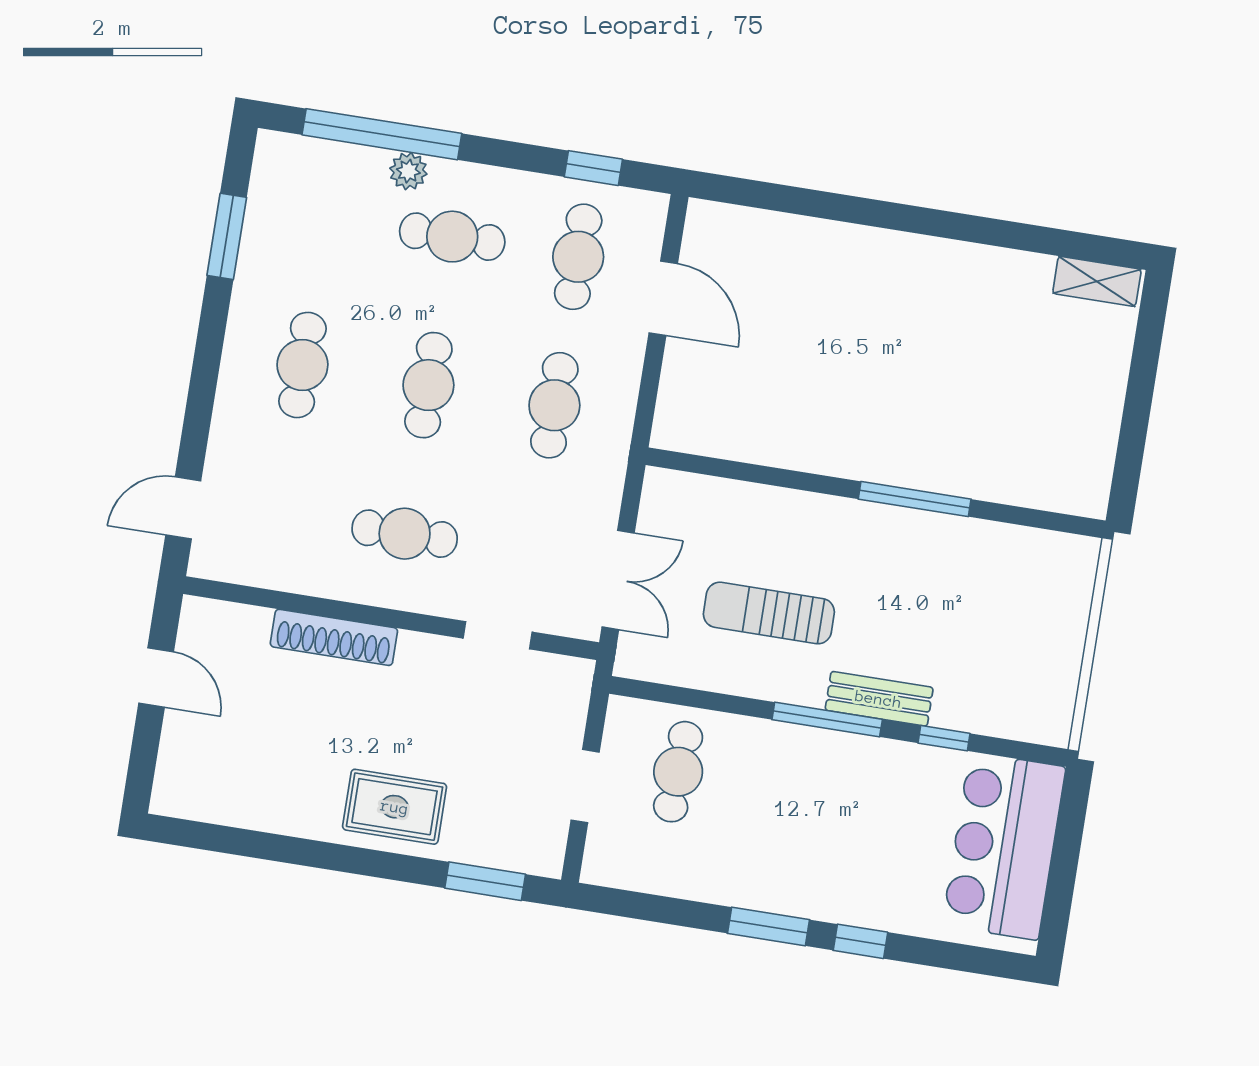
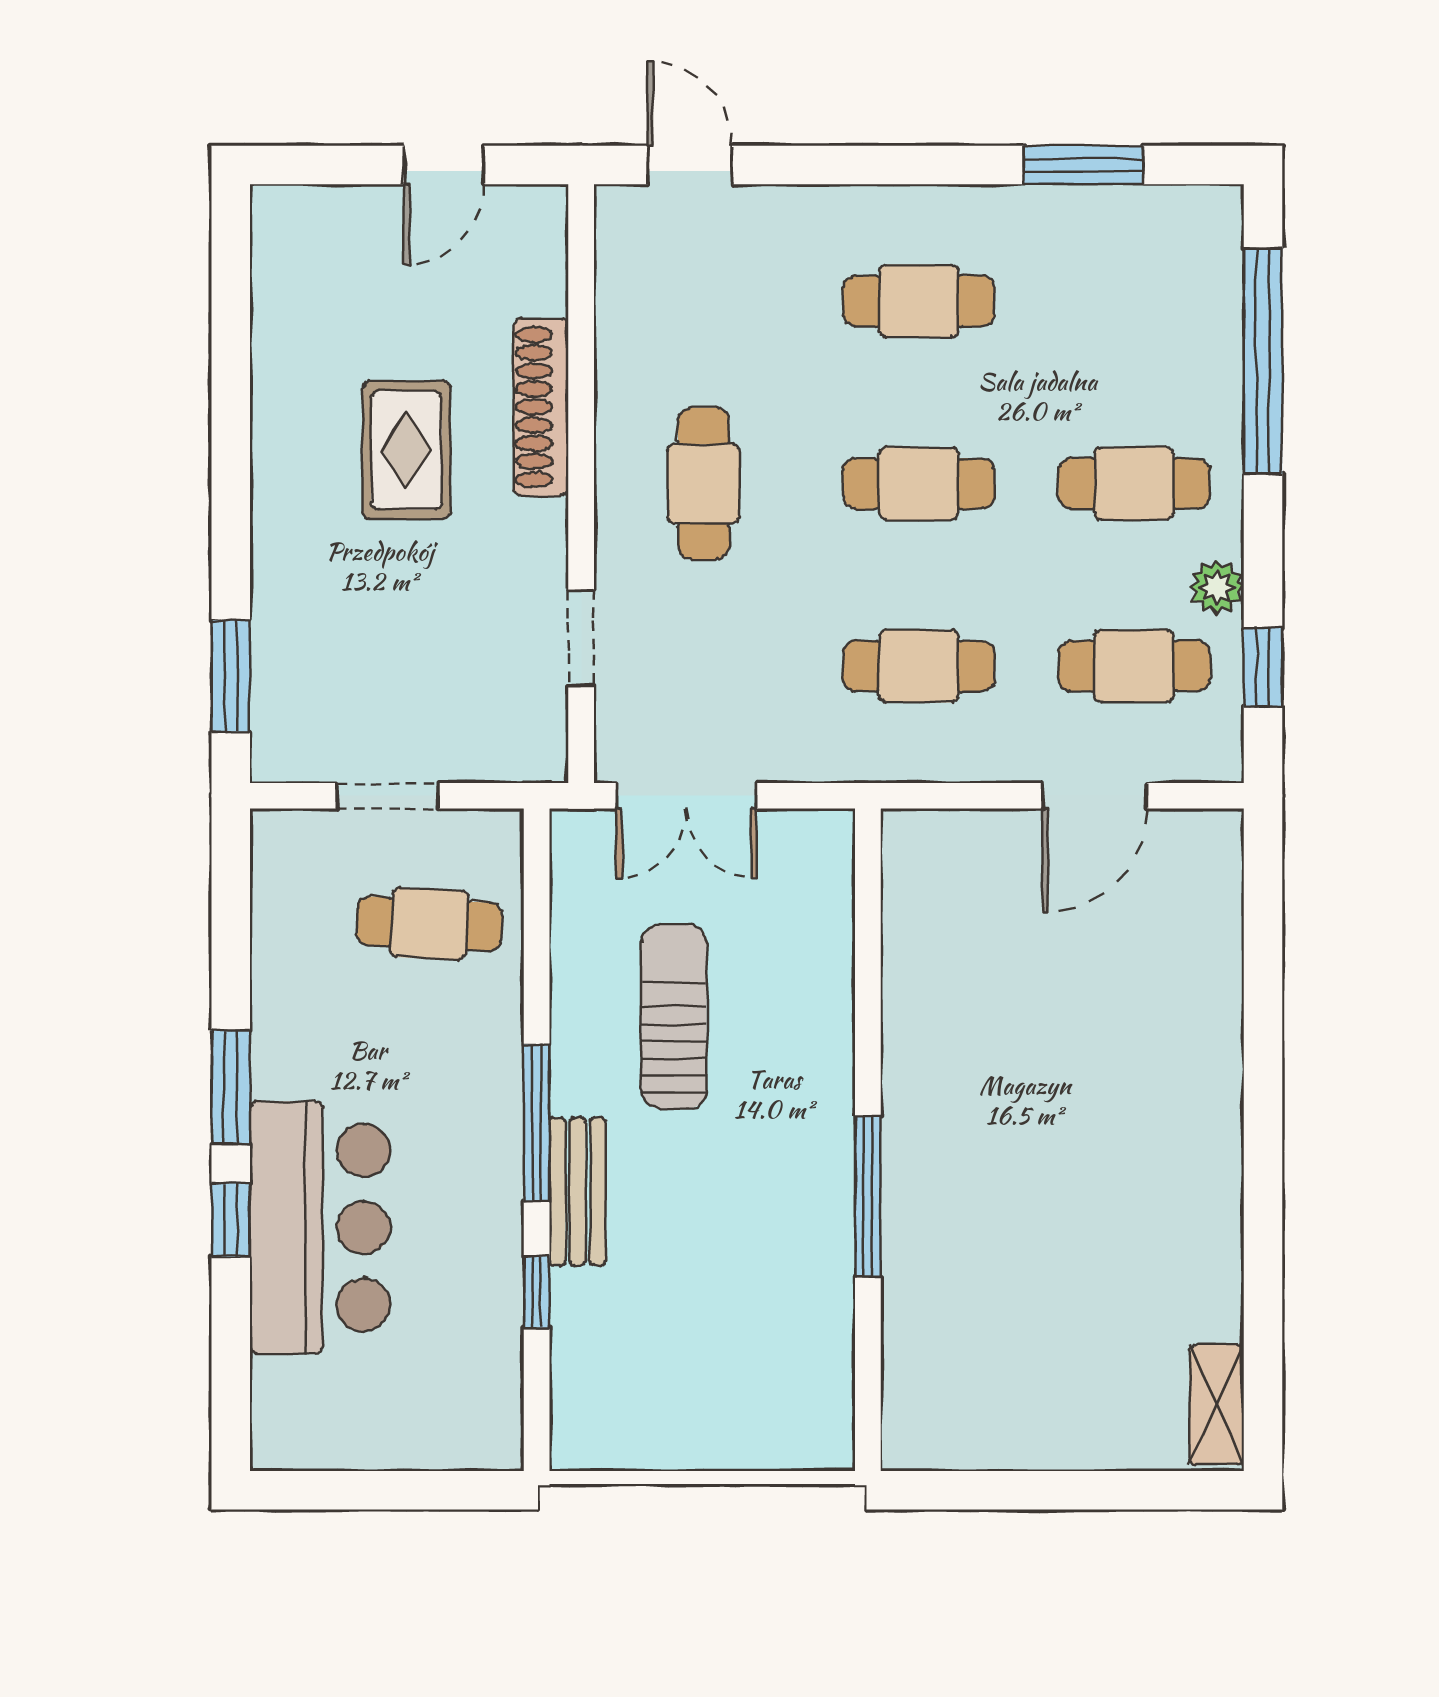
plant: (408, 171) -> (1217, 587), moved
cafe table: (452, 237) -> (1134, 484), turned 90
rug: (395, 807) -> (406, 450), moved
bar counter: (1004, 846) -> (320, 1228), moved, turned 90

